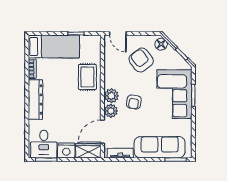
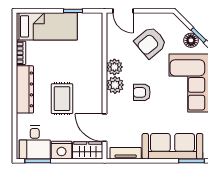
floor lamp: (161, 44) -> (191, 40), moved
armchair: (141, 60) -> (151, 43), turned -93
rug: (87, 77) -> (62, 99), moved
armchair: (134, 102) -> (142, 92), turned 81
plant: (111, 111) -> (114, 67), moved
door: (102, 132) -> (105, 128), hinge flipped

